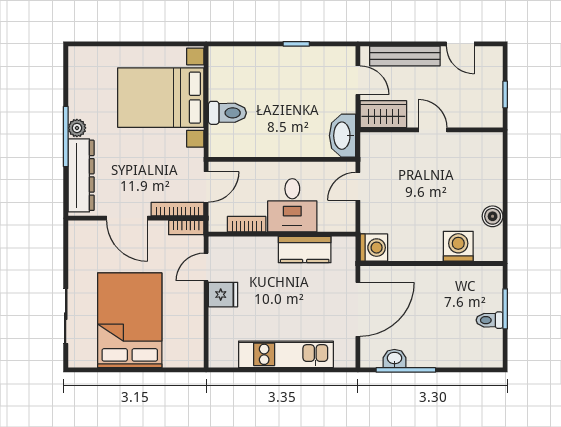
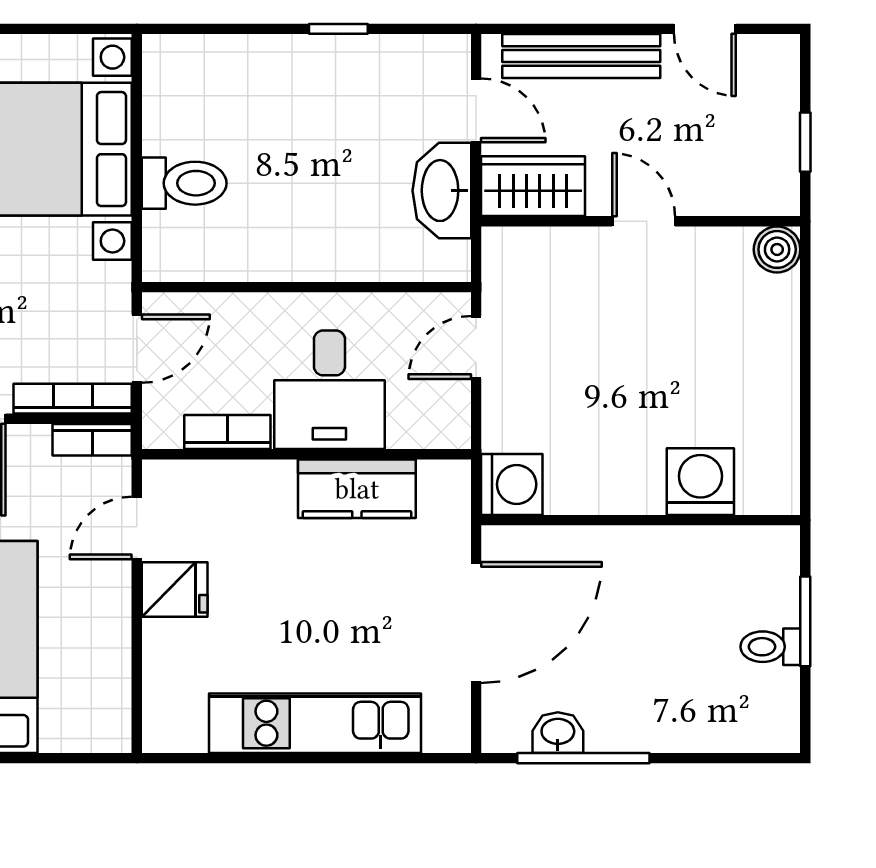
washbasin: (343, 136) -> (442, 191), moved
boiler: (493, 216) -> (777, 249), moved

